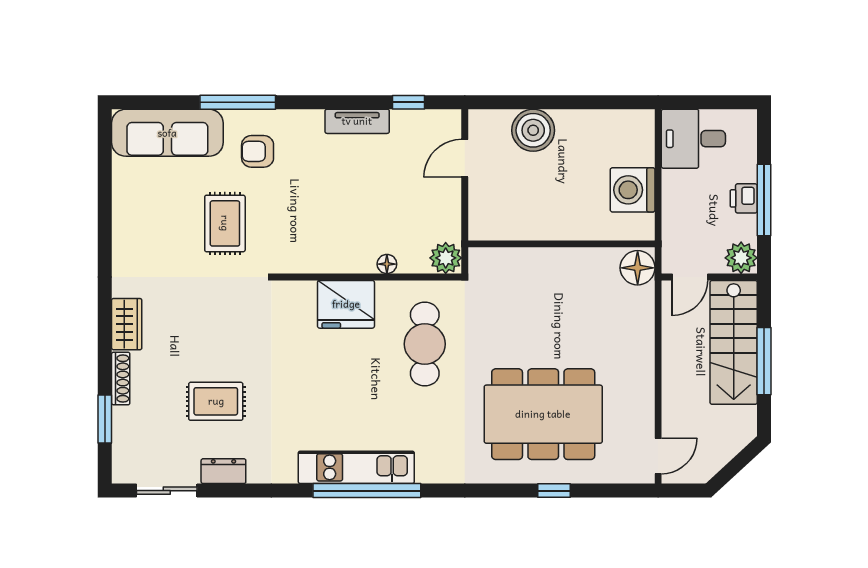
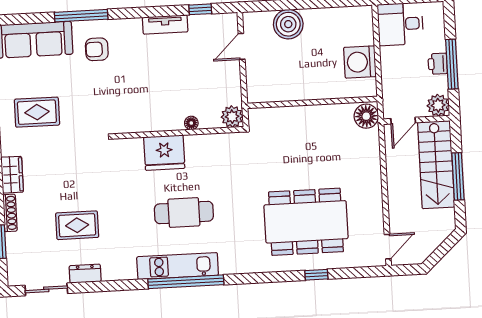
rug: (225, 223) -> (37, 112), moved, turned 90
cafe table: (425, 344) -> (184, 213), moved, turned 90

